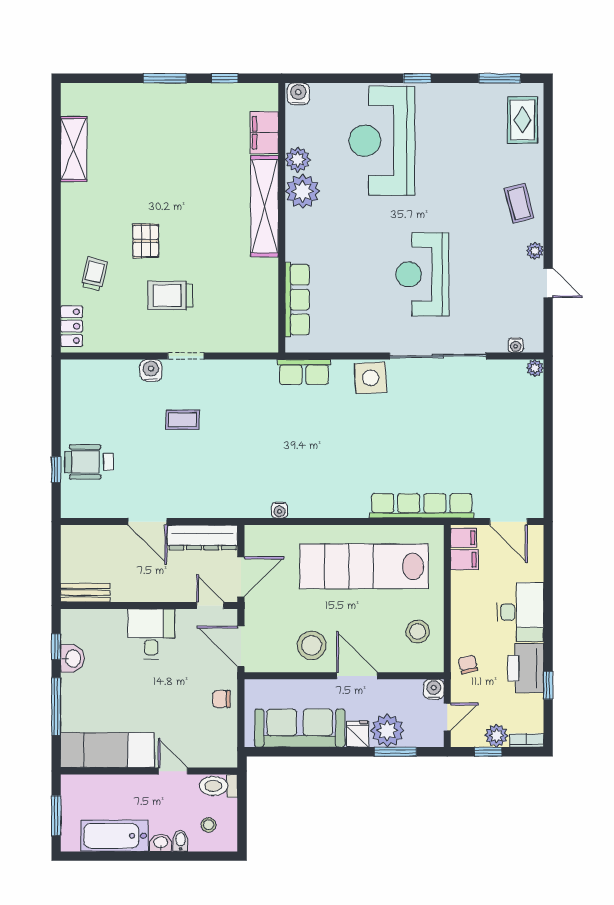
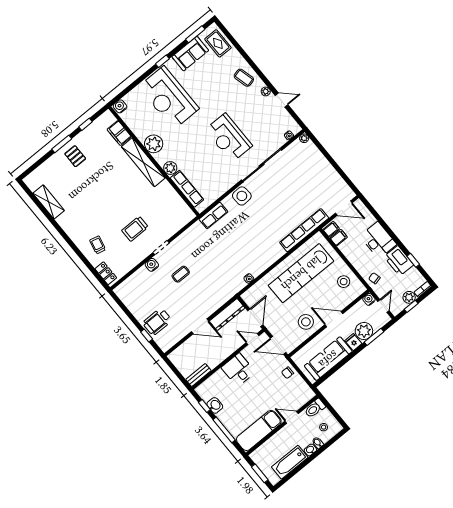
sofa: (468, 101) -> (190, 54), added
plant: (298, 159) -> (170, 168), moved
pallet: (146, 241) -> (75, 156), moved

